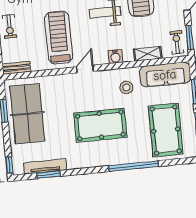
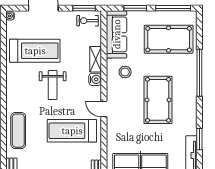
shelving: (148, 54) -> (96, 59), moved
window: (48, 175) -> (199, 139), moved

